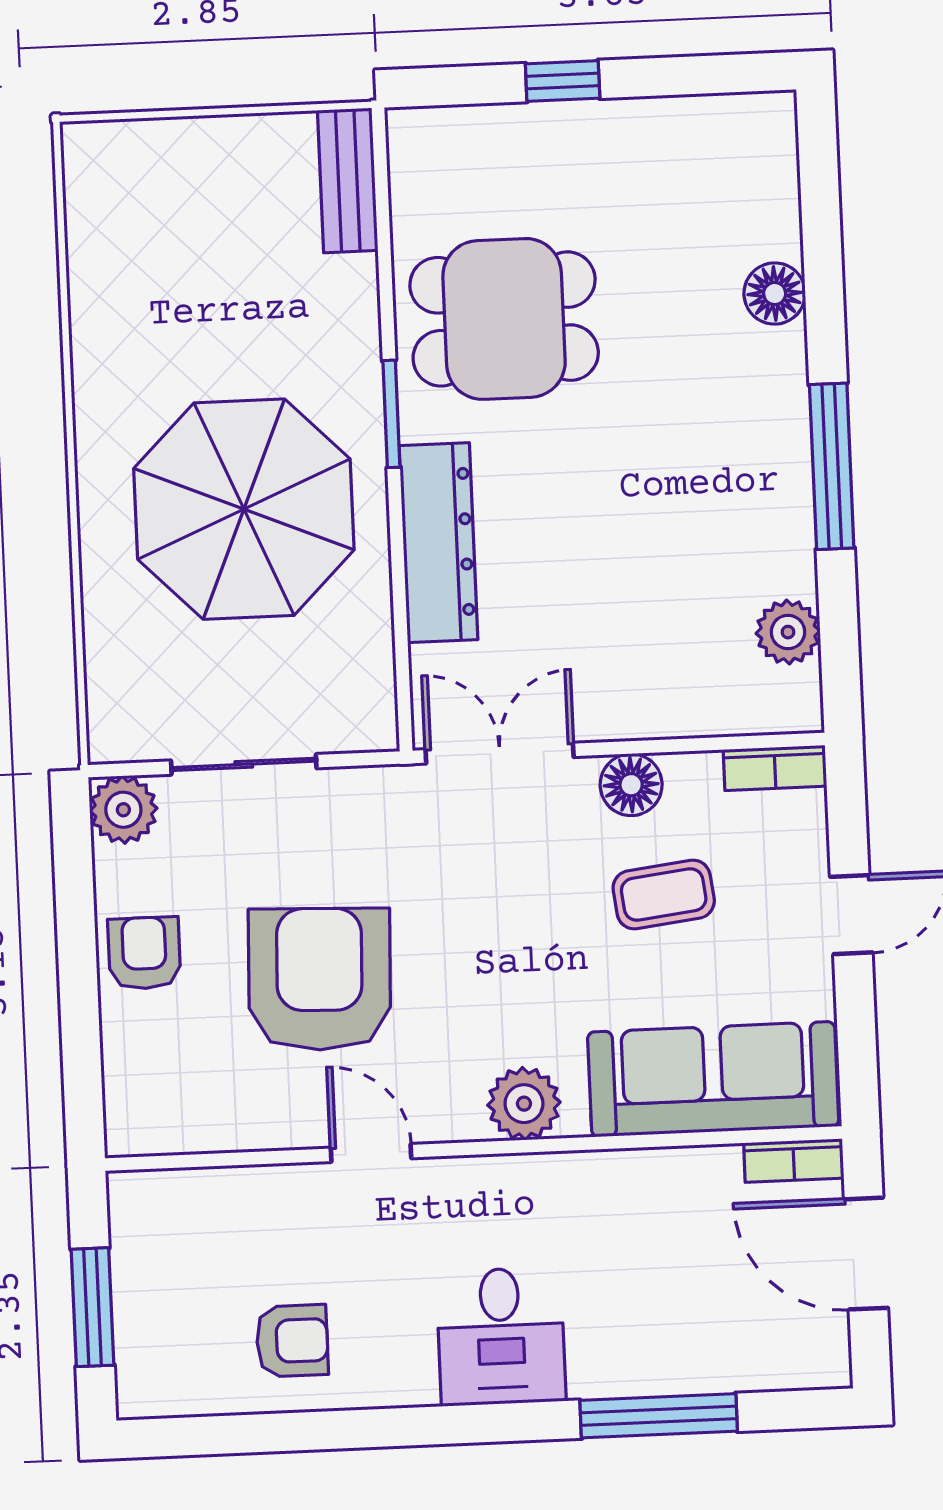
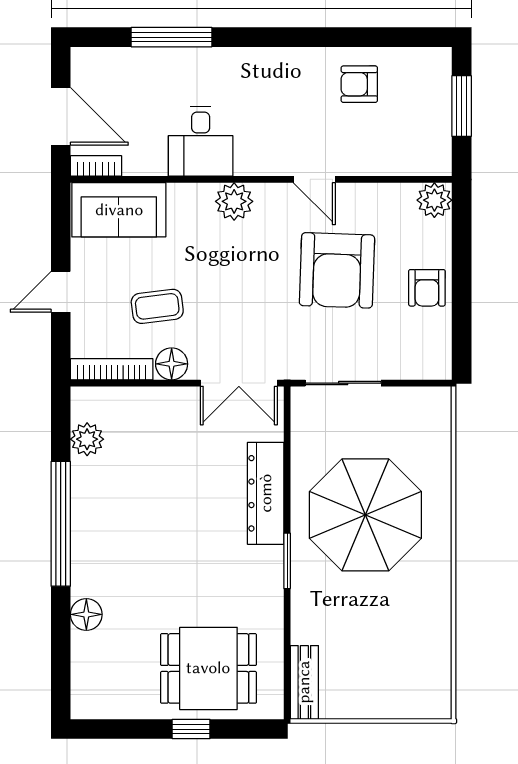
dining table: (504, 319) -> (208, 668), moved
window: (832, 466) -> (61, 524), width x1.46
sliding door: (244, 764) -> (343, 383), moved
bookcase: (775, 768) -> (112, 369), width x1.56
plant: (123, 810) -> (434, 200), moved
sofa: (713, 1079) -> (119, 210), width x0.73
desk: (501, 1336) -> (201, 141), moved, turned 180

